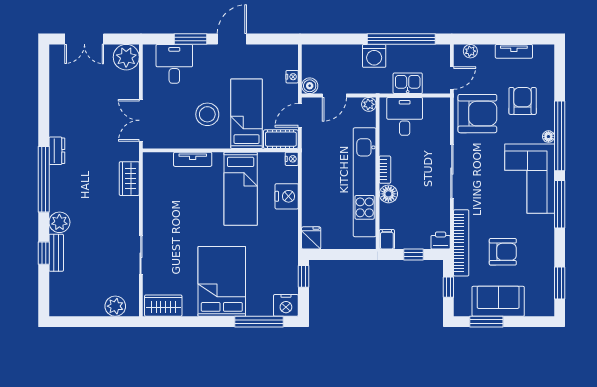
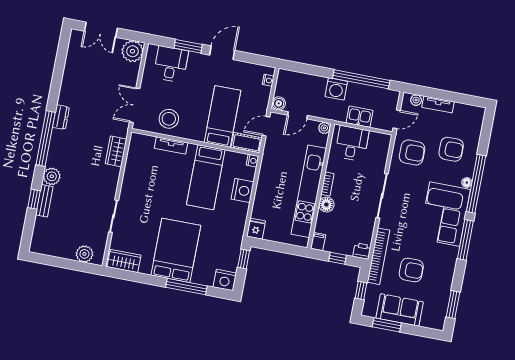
tv unit: (514, 51) -> (438, 104), moved
nightstand: (292, 77) -> (268, 80), moved
armchair: (523, 101) -> (451, 149), turned 90
stool: (207, 114) -> (169, 119), moved
armchair: (477, 114) -> (412, 152), width x0.73, depth x0.73
window: (259, 322) -> (186, 287), moved

